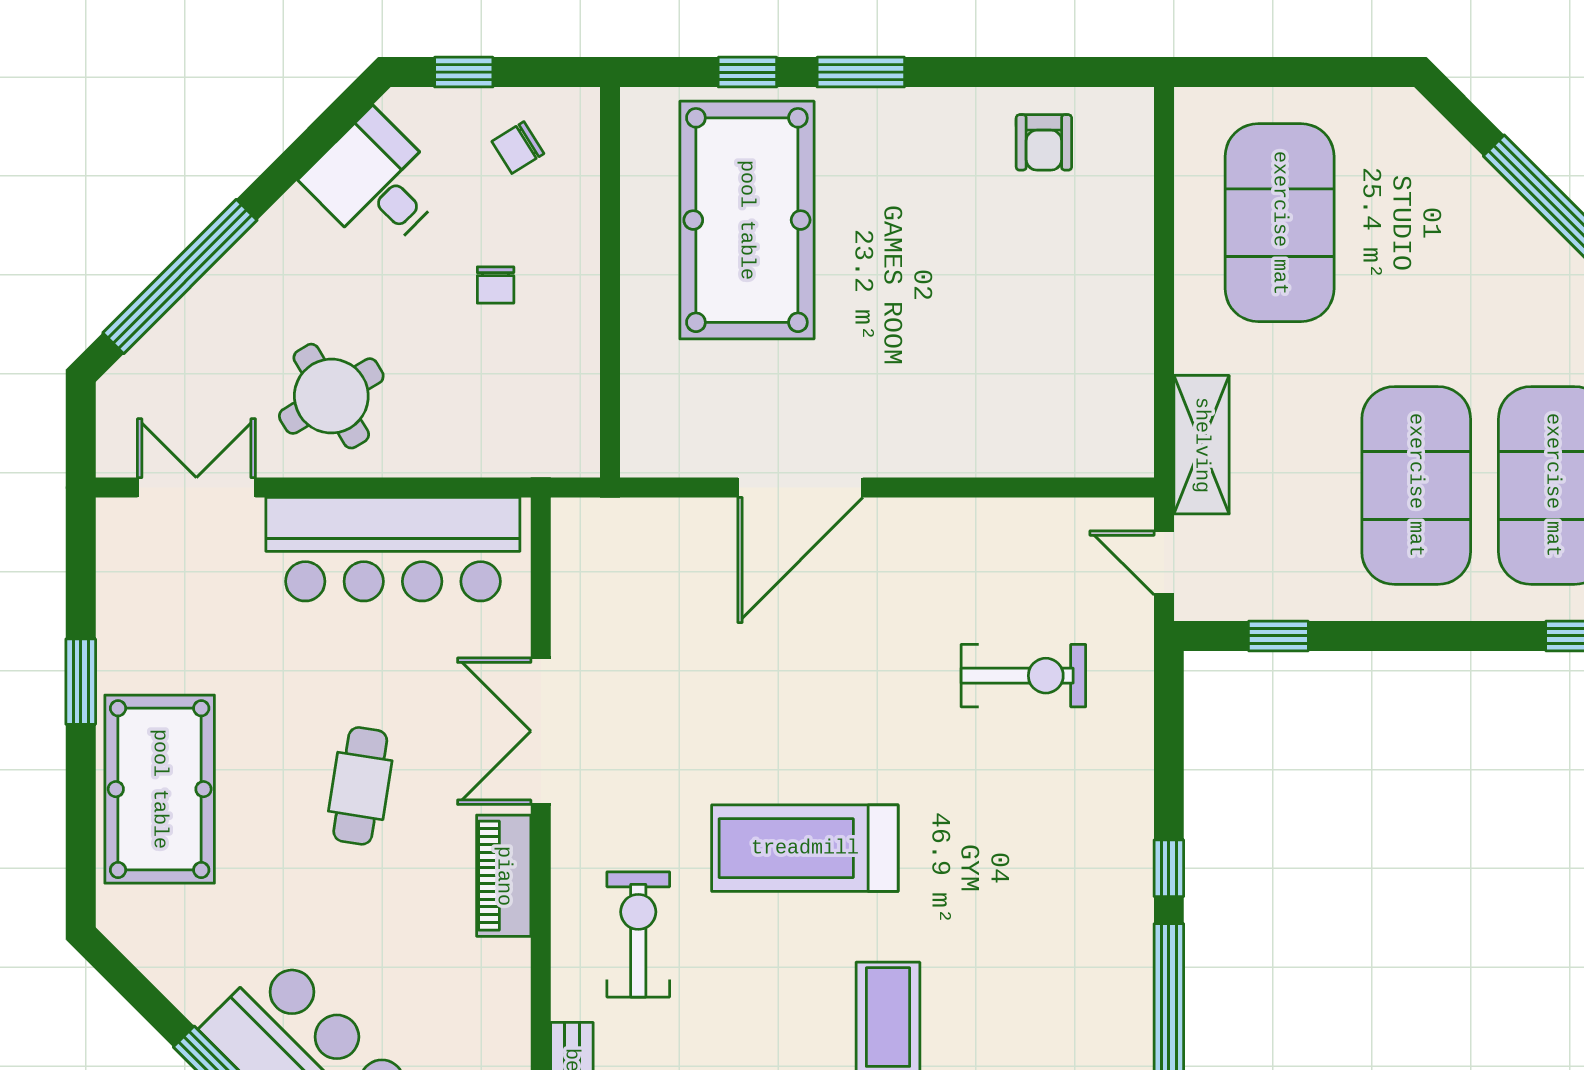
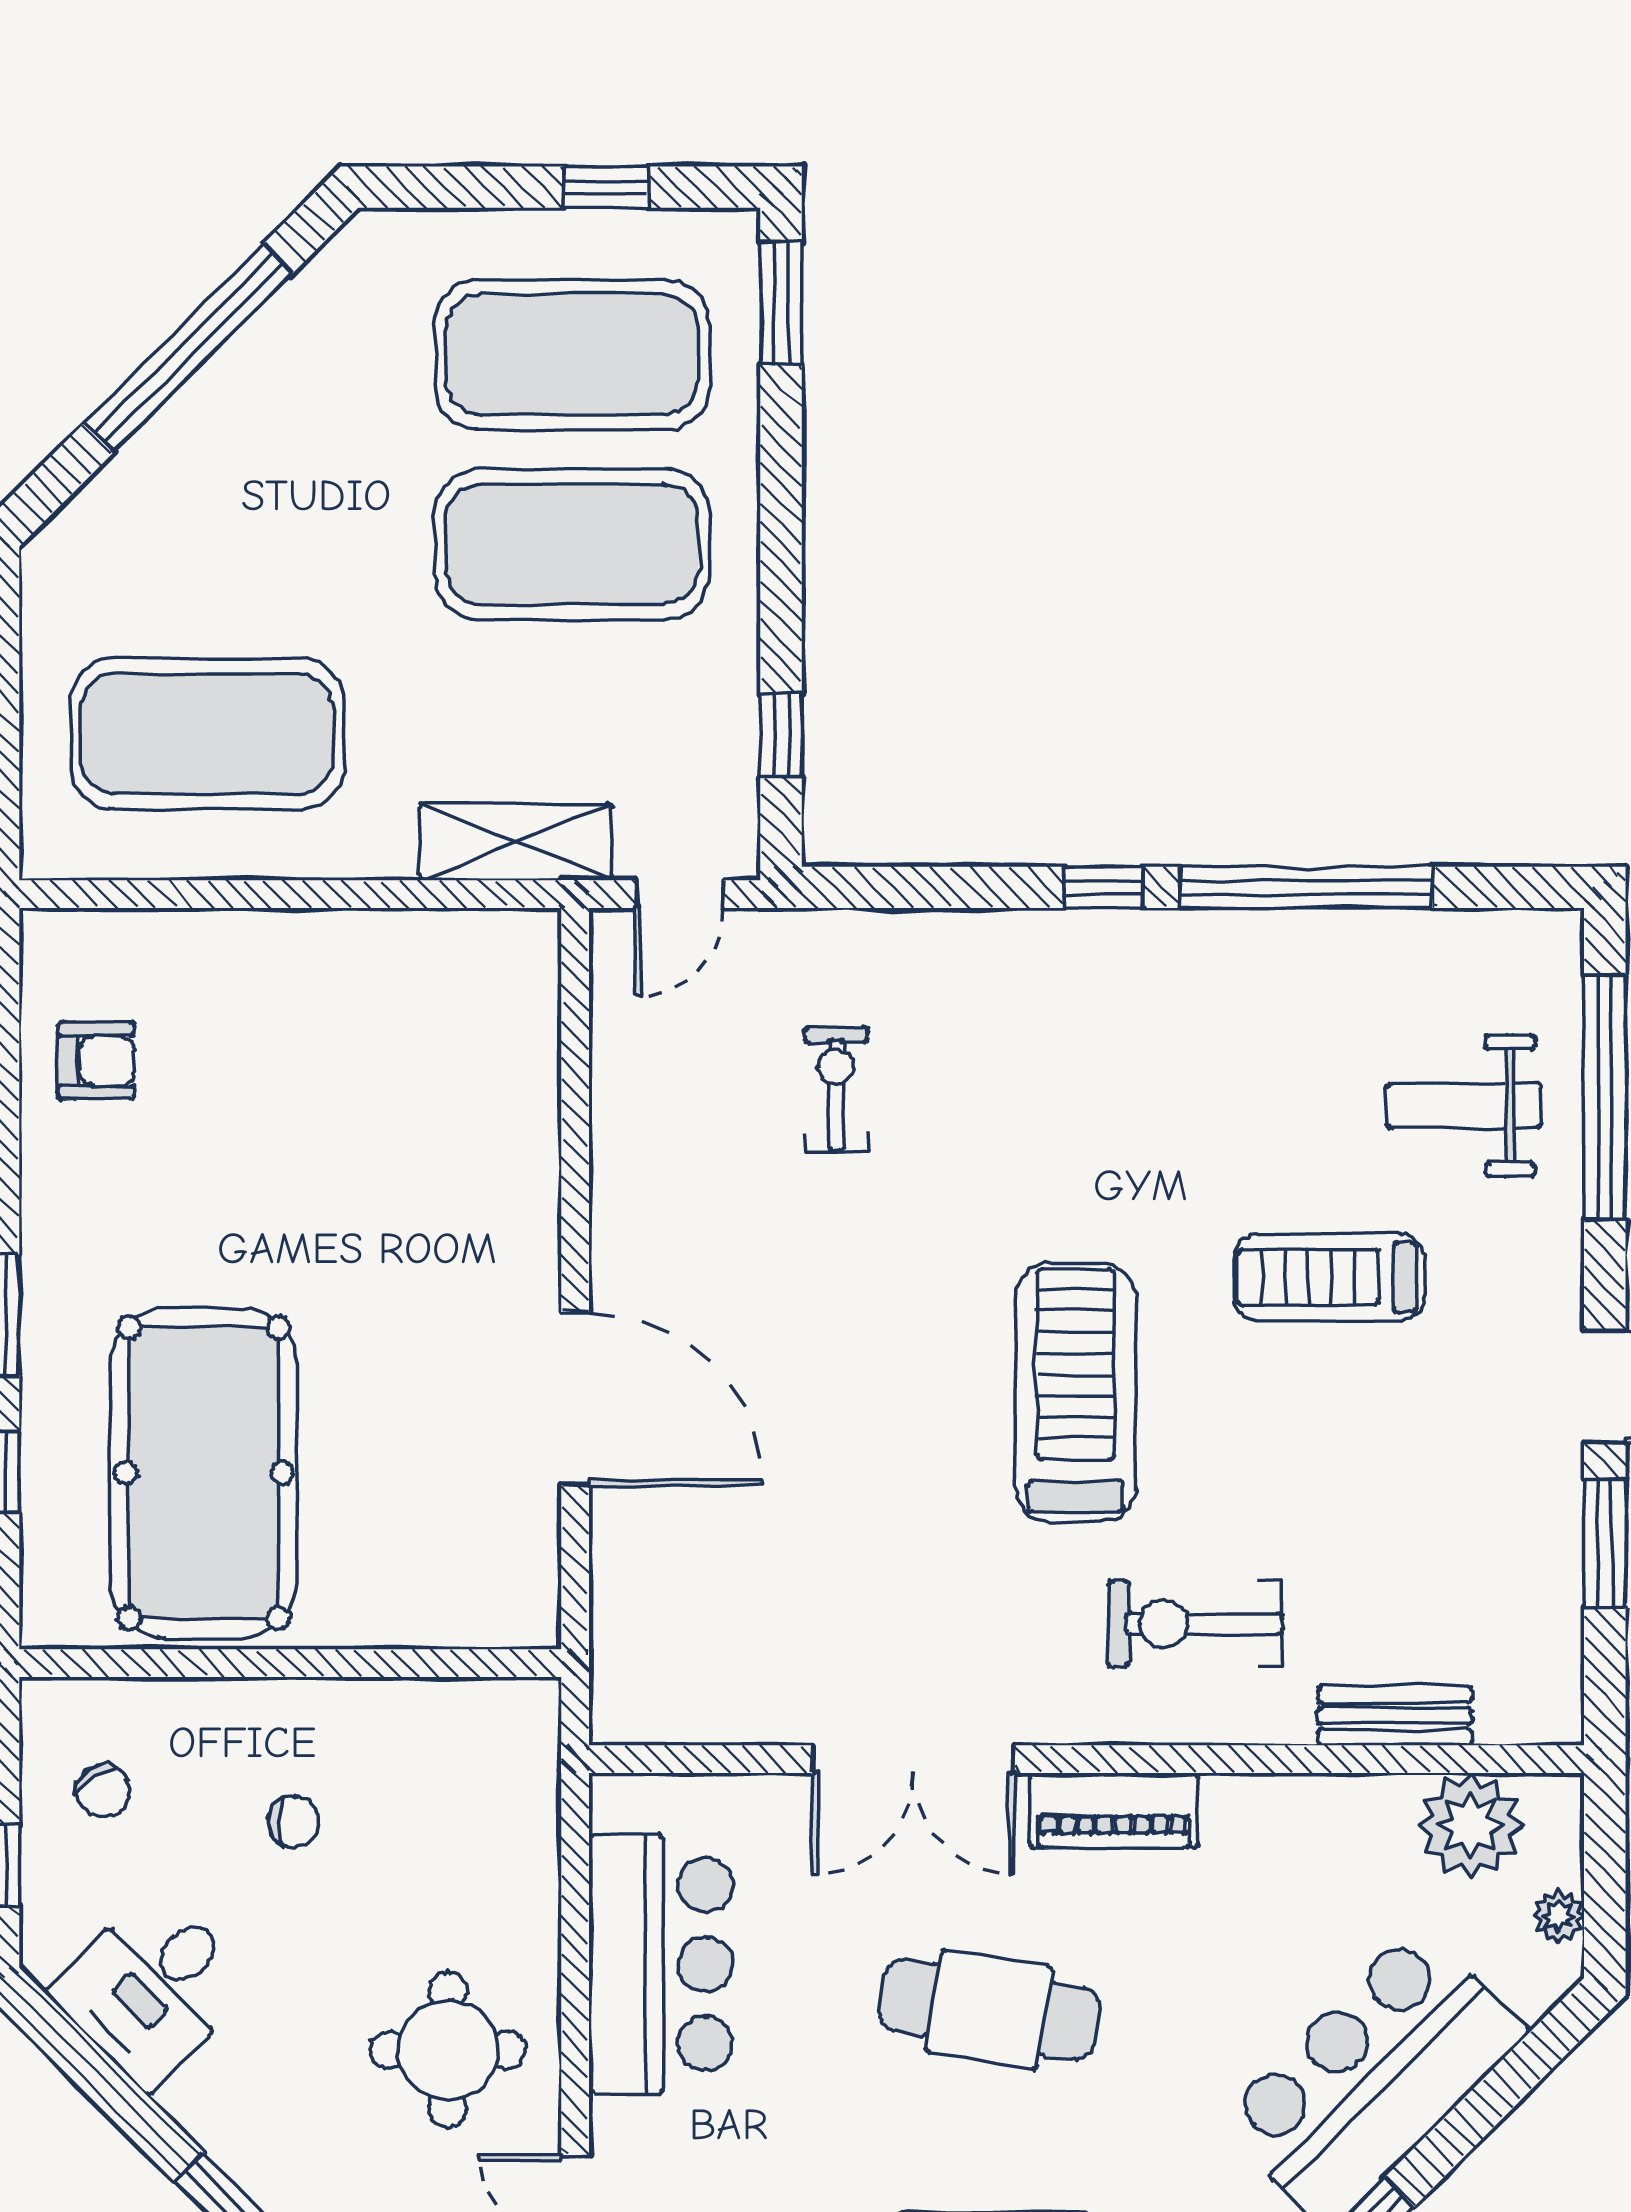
pool table: (747, 220) -> (204, 1473), turned 90
round table: (331, 396) -> (448, 2050), turned 31
bar counter: (393, 549) -> (661, 1964), width x0.73
exercise bike: (1023, 676) -> (836, 1089), width x0.73, depth x0.72
cafe table: (360, 786) -> (989, 2010), width x1.37, depth x1.35
treadmill: (805, 848) -> (1075, 1393), turned 180

